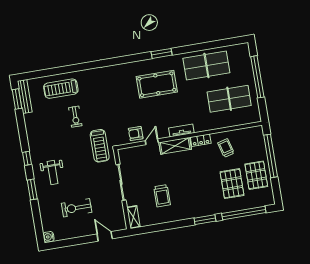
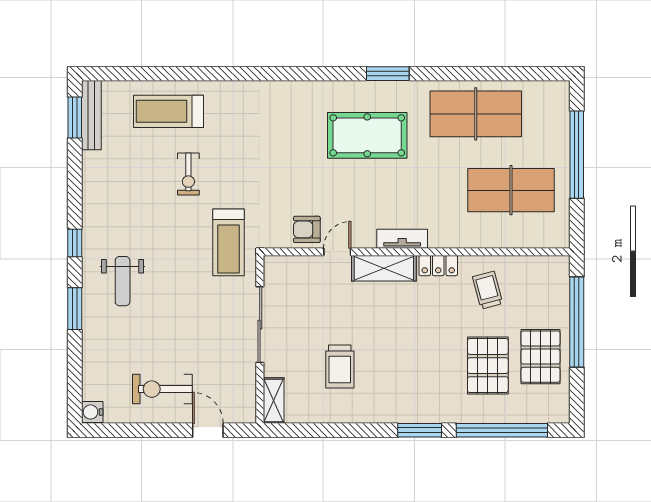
exercise bike: (77, 208) -> (162, 389), moved

